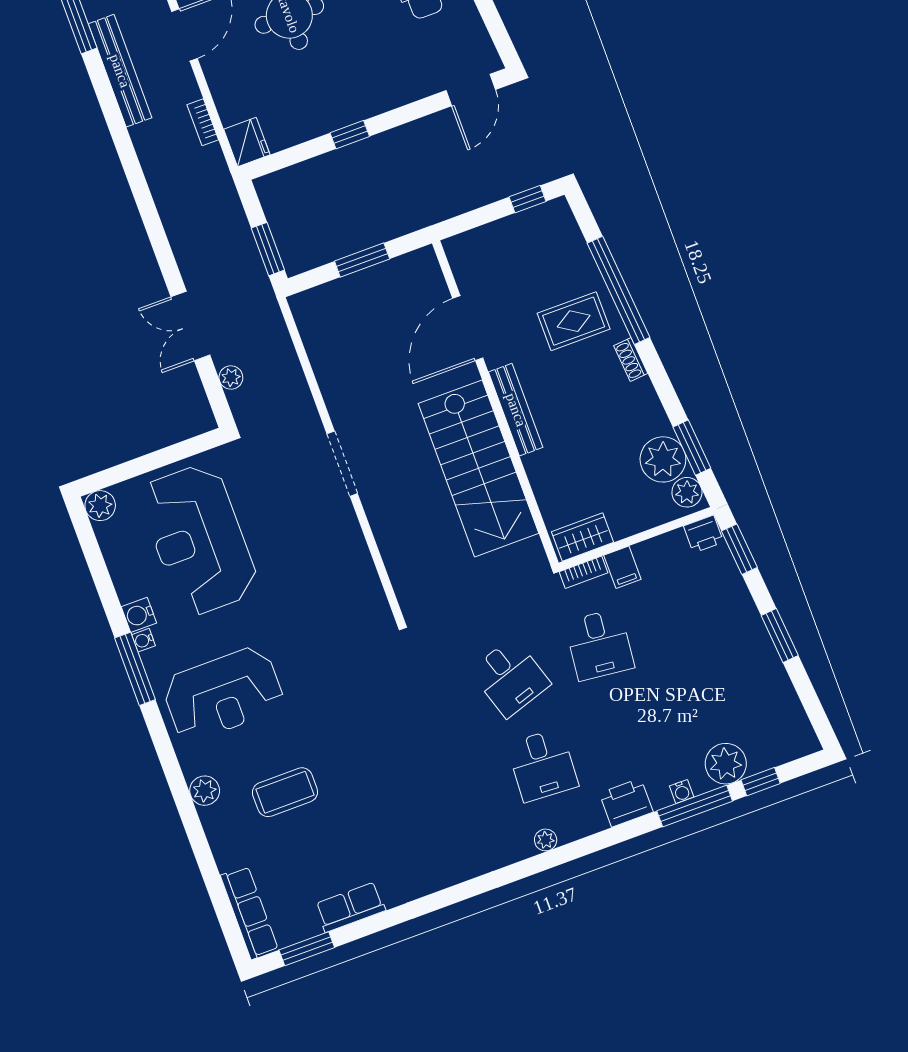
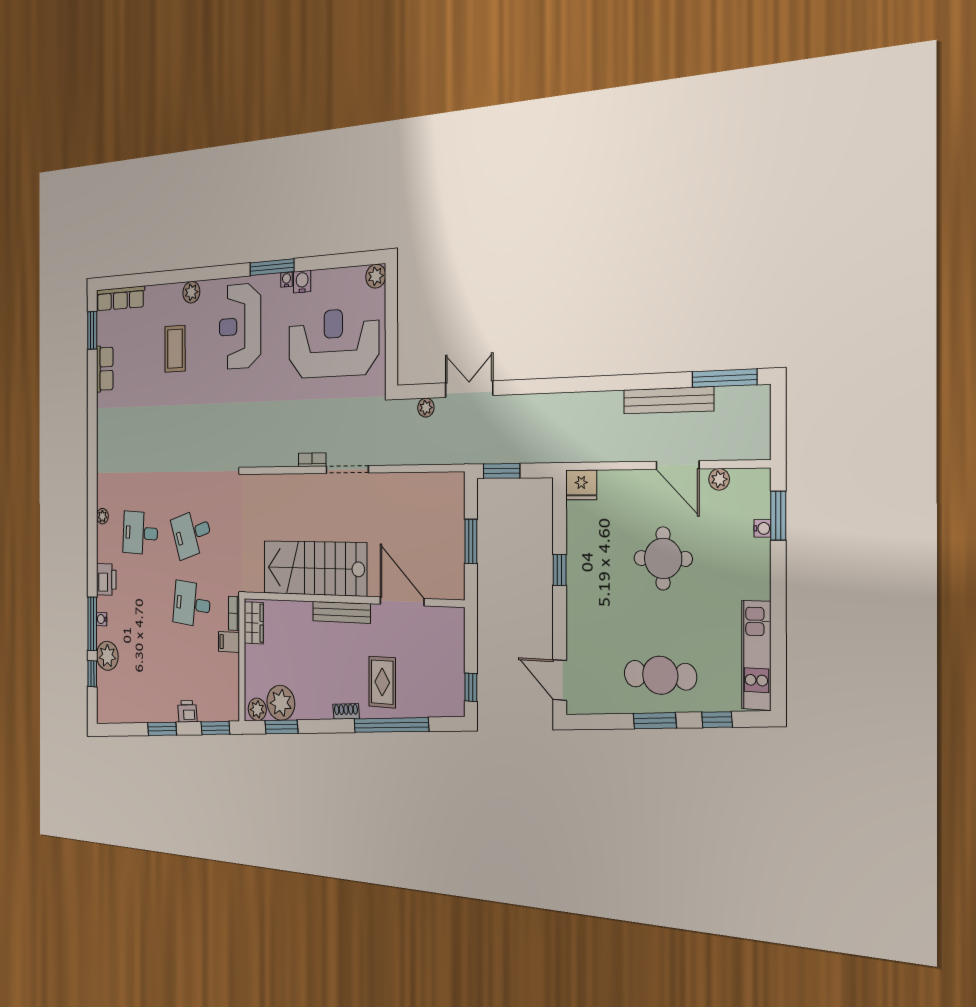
bookcase: (203, 122) -> (312, 460), moved
printer: (703, 534) -> (187, 711), moved, turned 85

